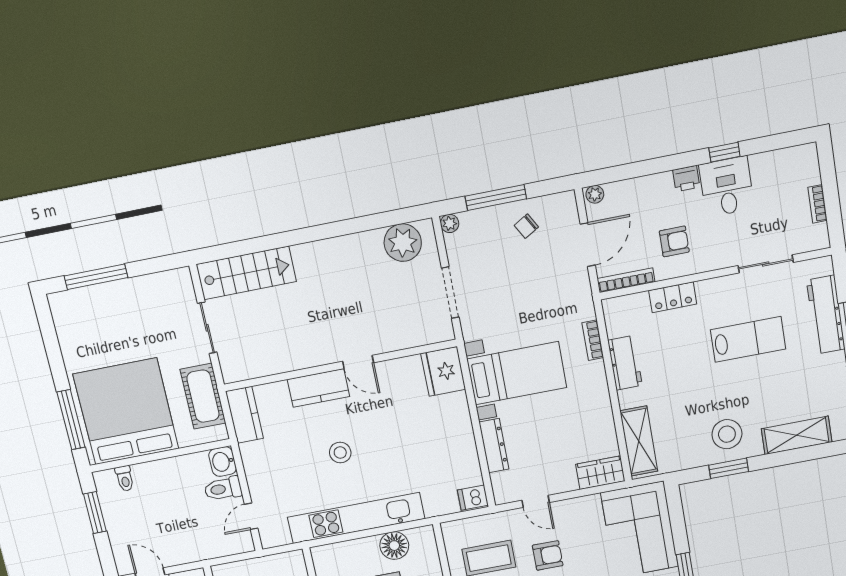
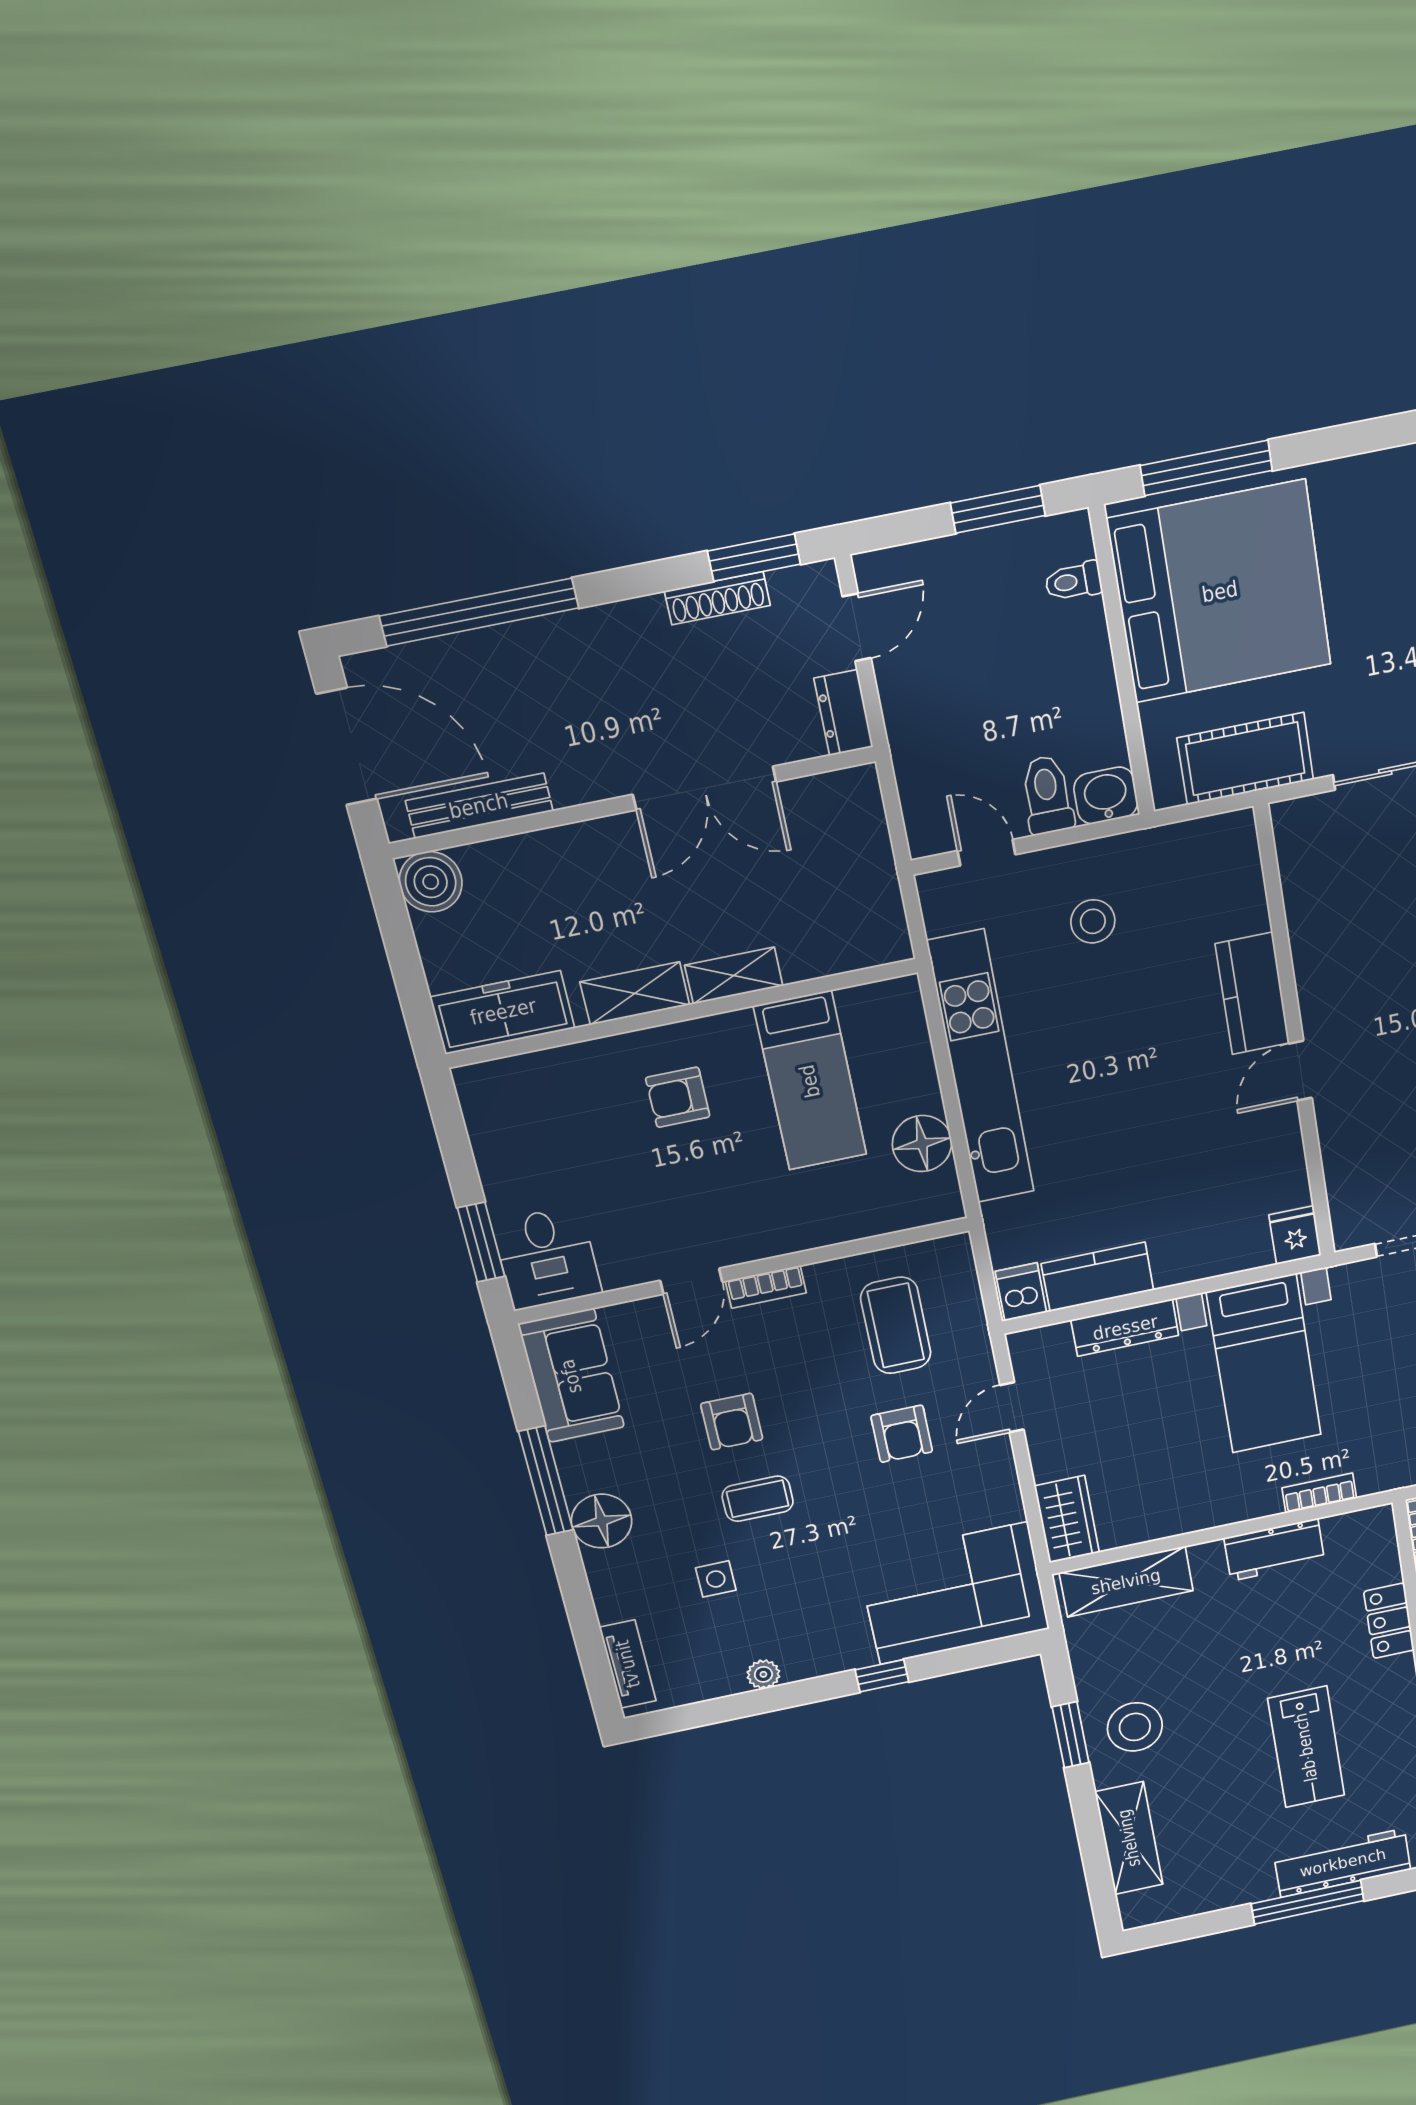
fridge: (443, 371) -> (1295, 1235), width x0.53, depth x0.75
kitchen counter: (245, 415) -> (1097, 1277), moved, turned 180
stool: (340, 453) -> (1093, 921), moved

